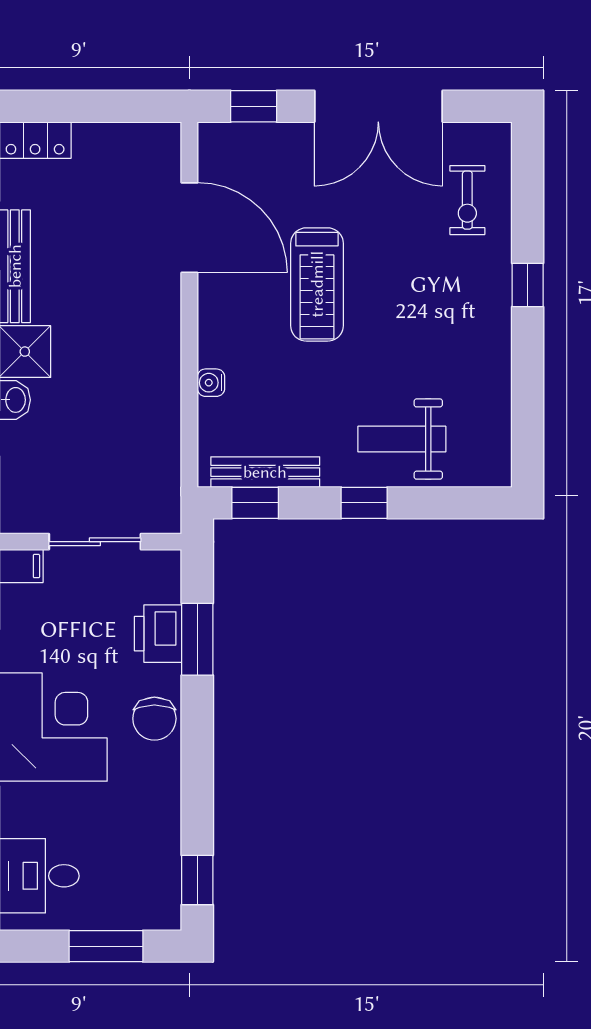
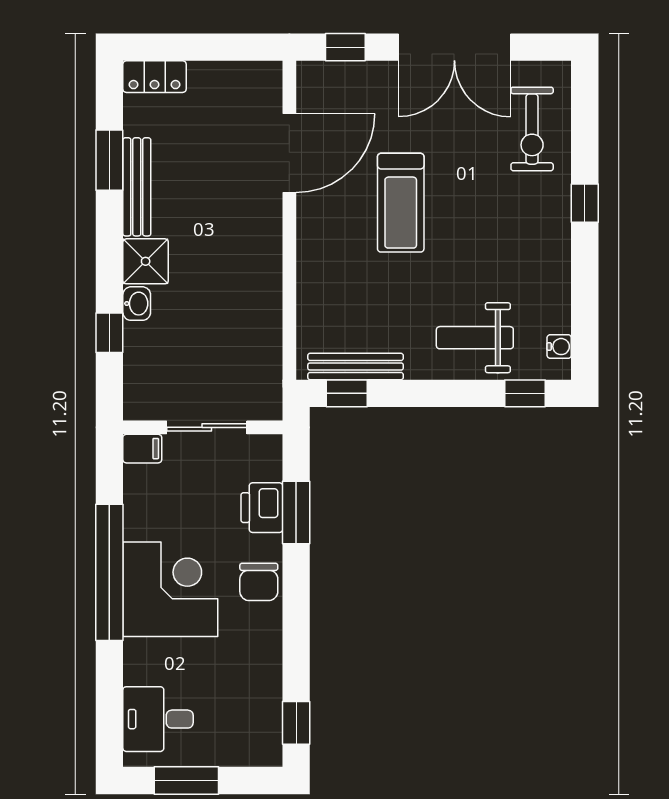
exercise bike: (467, 200) -> (532, 129), width x1.38, depth x1.39
door: (189, 228) -> (289, 153), hinge flipped
water cooler: (211, 383) -> (559, 347), moved, turned 180
window: (364, 503) -> (525, 393), moved
window: (106, 946) -> (186, 780), moved

